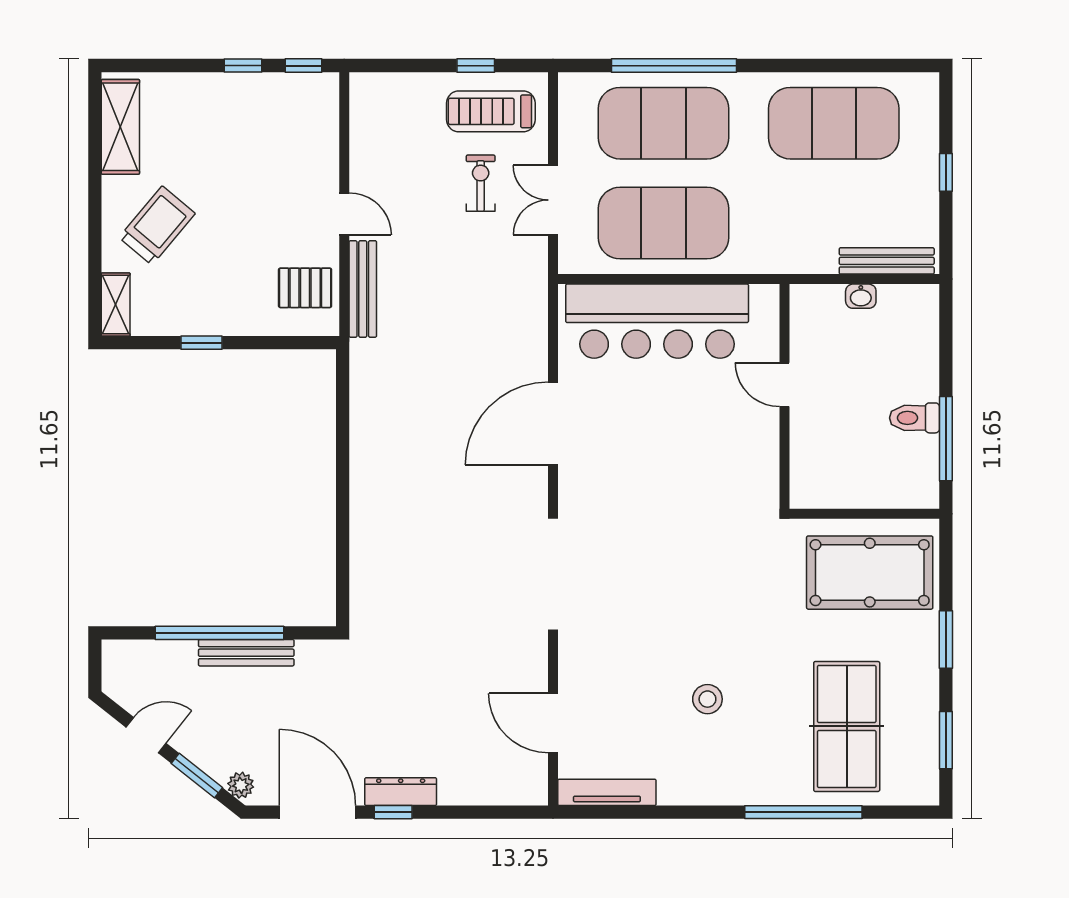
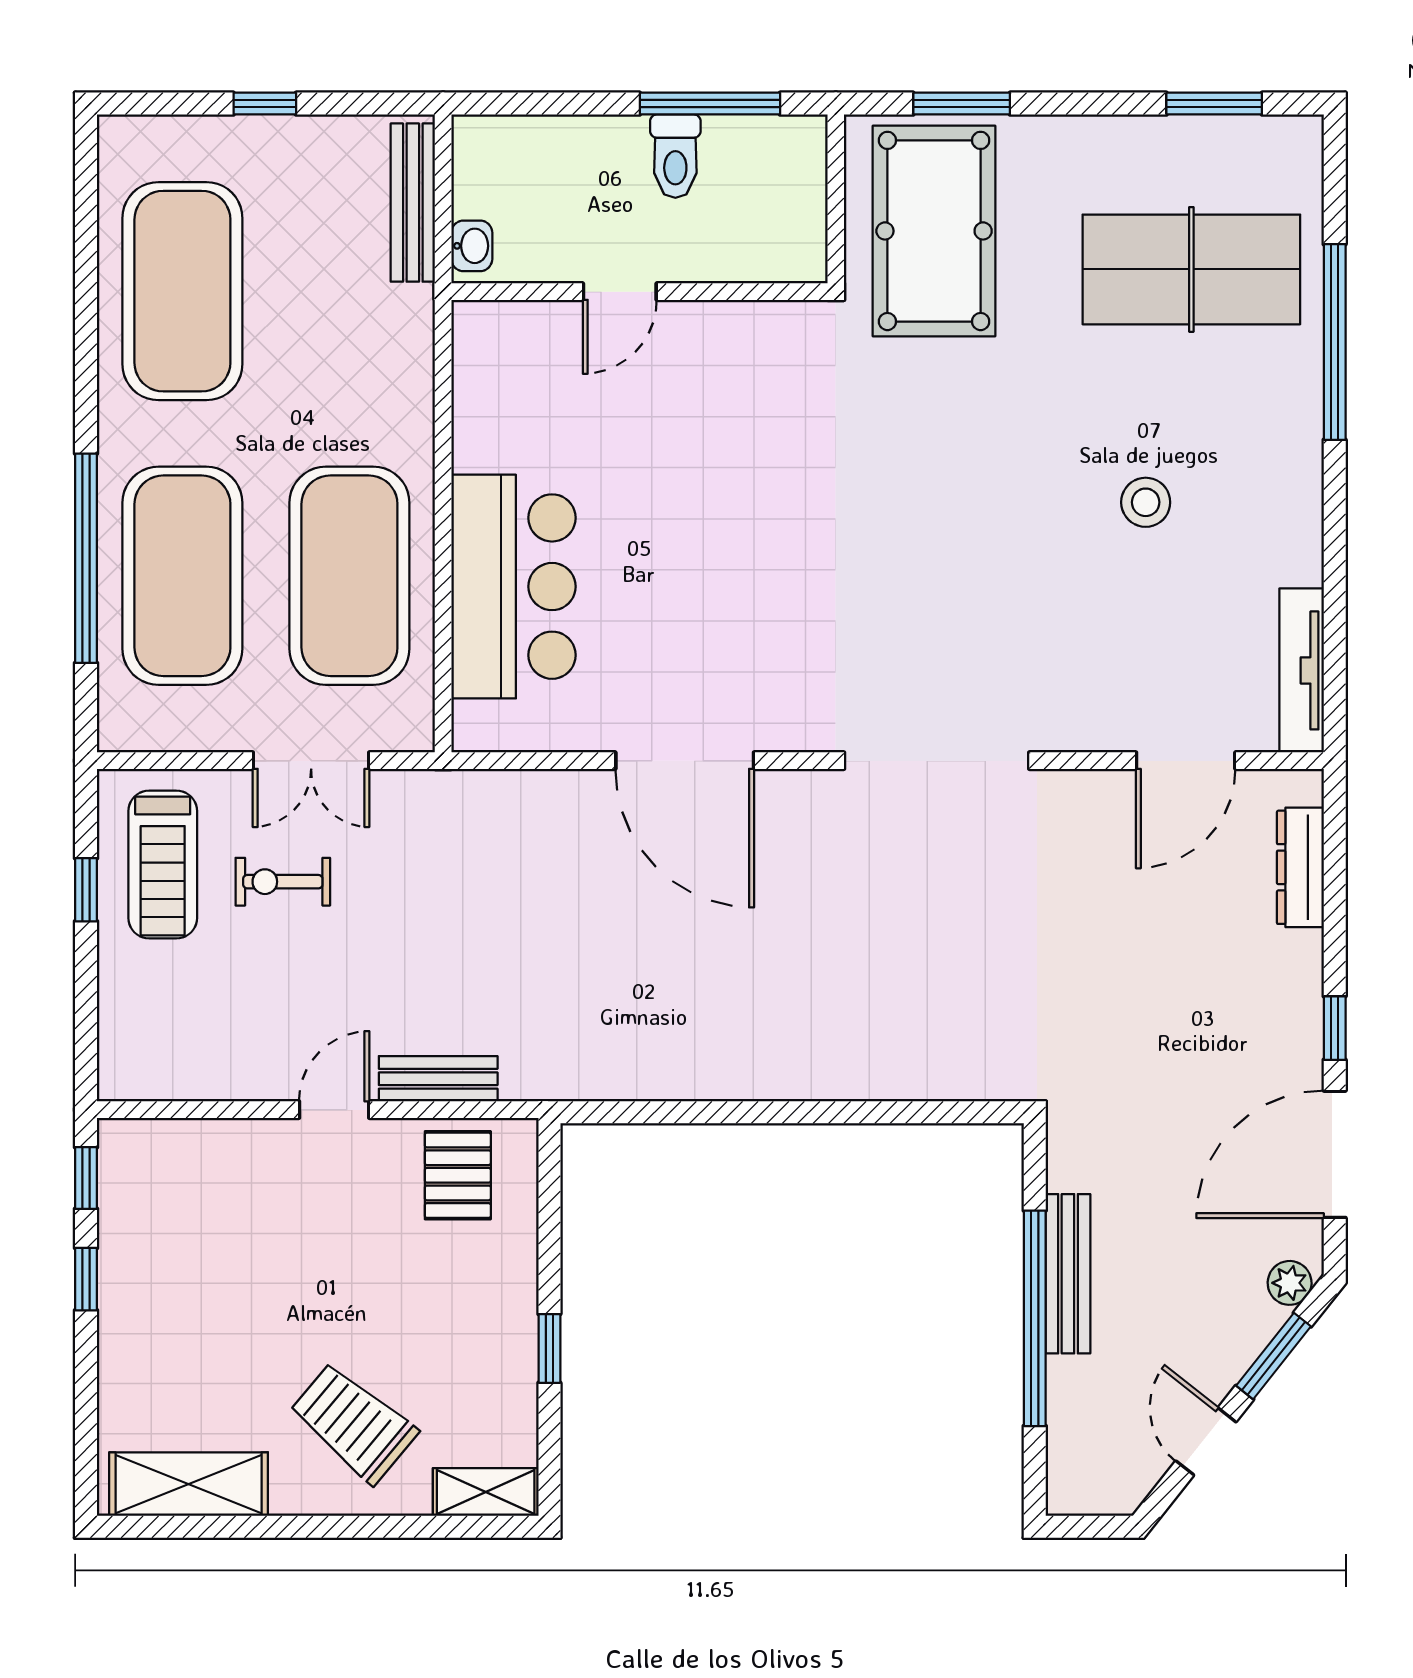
bench: (363, 289) -> (438, 1079), width x0.73
bar counter: (657, 321) -> (513, 587), width x0.73
door: (784, 385) -> (620, 292), moved
wall: (784, 396) -> (639, 292), moved
window: (946, 640) -> (962, 104), moved
dresser: (401, 792) -> (1300, 867), moved

